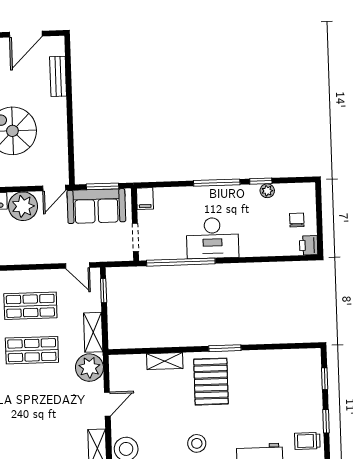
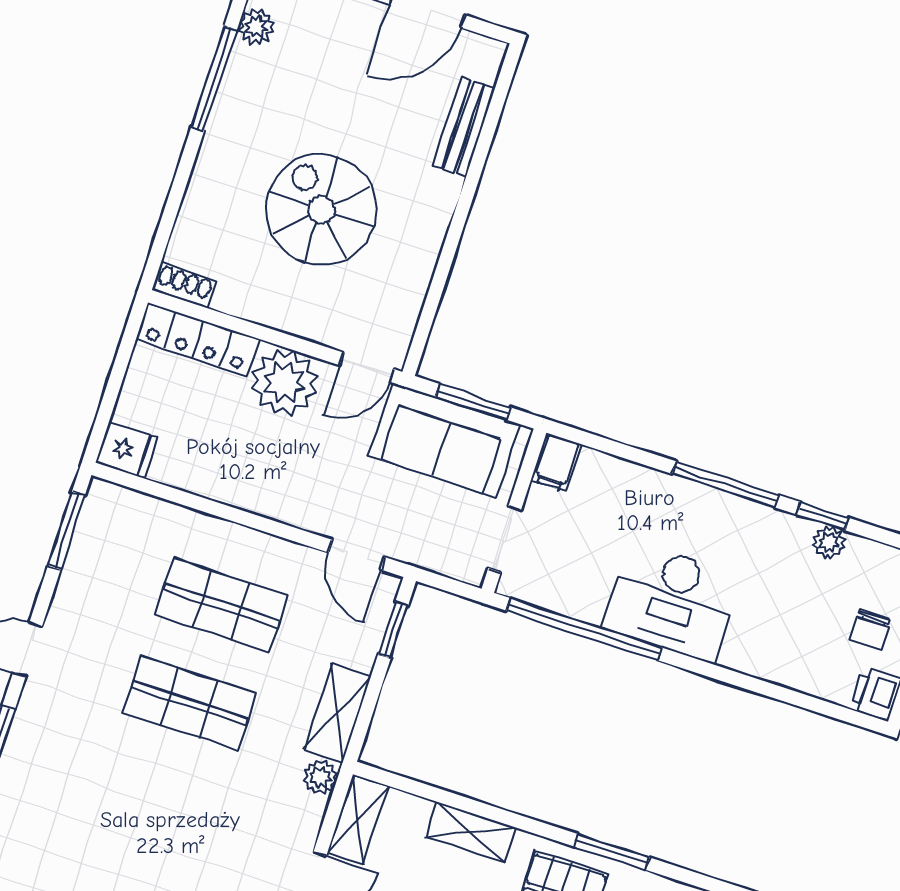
chair: (297, 220) -> (870, 630), turned 180
plant: (89, 368) -> (320, 777), width x0.53, depth x0.53
shelving: (117, 372) -> (358, 819), added

